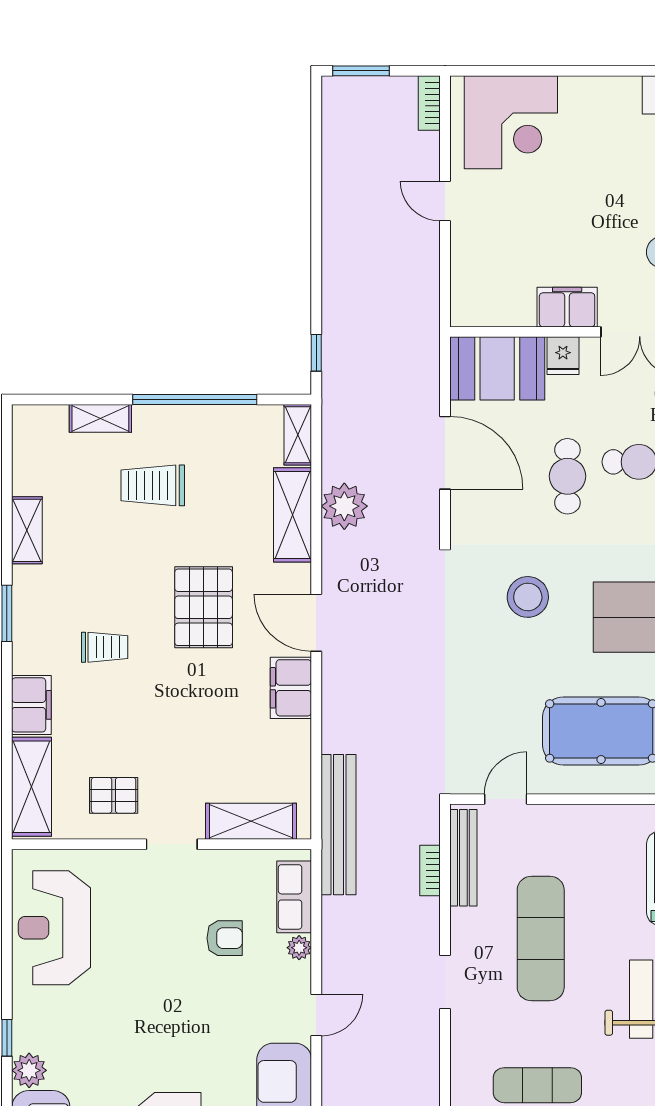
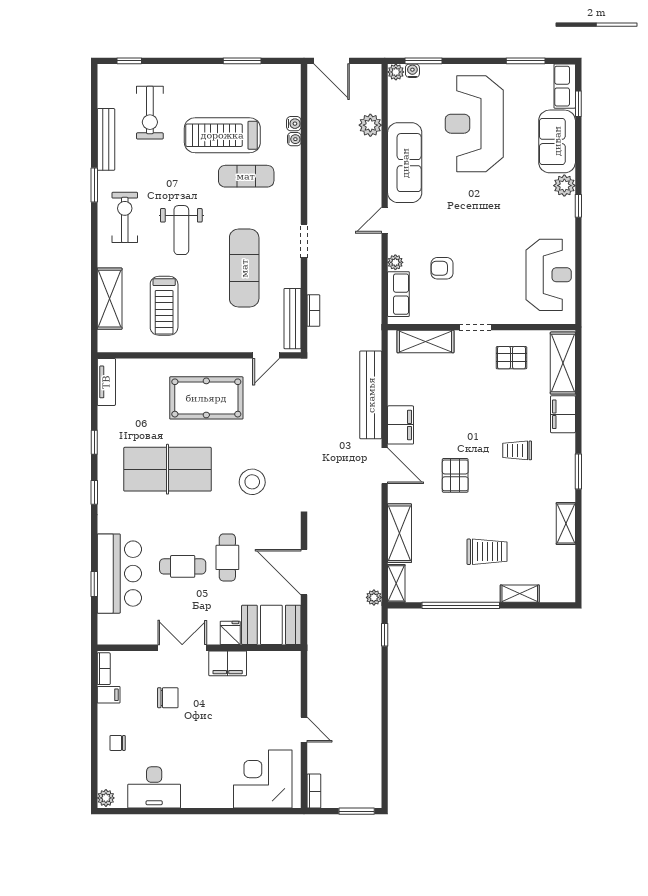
plant: (344, 506) -> (374, 597), moved, width x0.53, depth x0.53
pallet: (204, 607) -> (455, 475), width x0.67, depth x0.71
bench: (338, 825) -> (371, 395), moved

